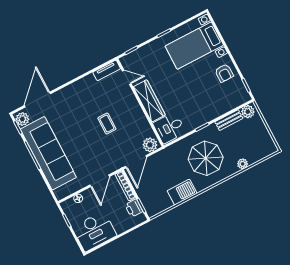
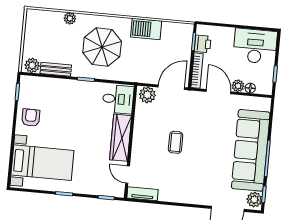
door: (100, 181) -> (218, 92), hinge flipped
plant: (88, 194) -> (238, 86), added

